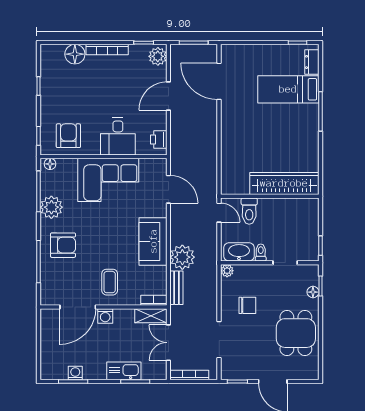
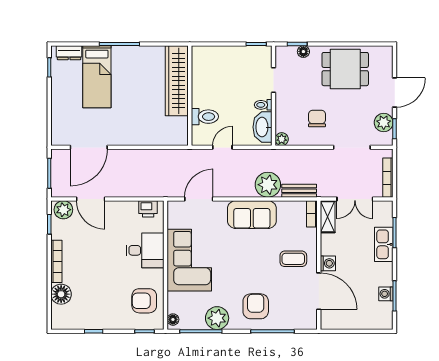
door: (168, 96) -> (91, 199), moved
wardrobe: (284, 183) -> (177, 81), moved
wall: (270, 196) -> (190, 96), moved
toilet: (249, 211) -> (205, 117), moved
plant: (243, 371) -> (384, 123), added

